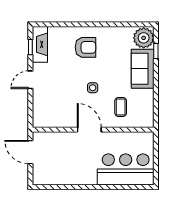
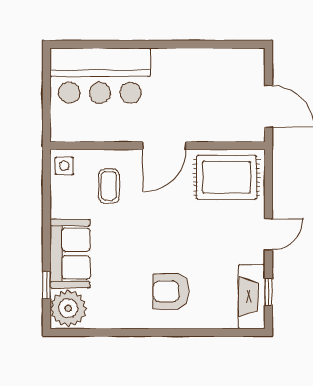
side table: (93, 88) -> (64, 166), moved
rug: (54, 112) -> (227, 177), added
door: (89, 130) -> (164, 146), hinge flipped

